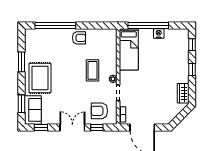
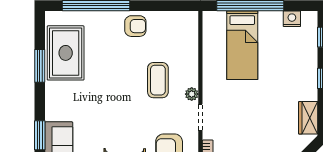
nightstand: (159, 33) -> (292, 19), moved
bed: (129, 49) -> (242, 45), moved
rug: (40, 78) -> (66, 53), moved

